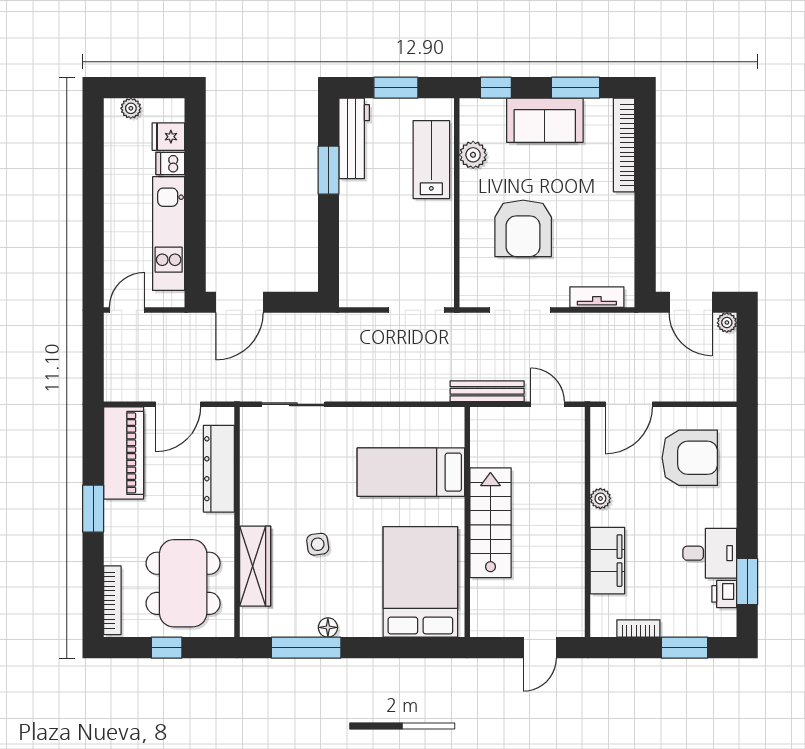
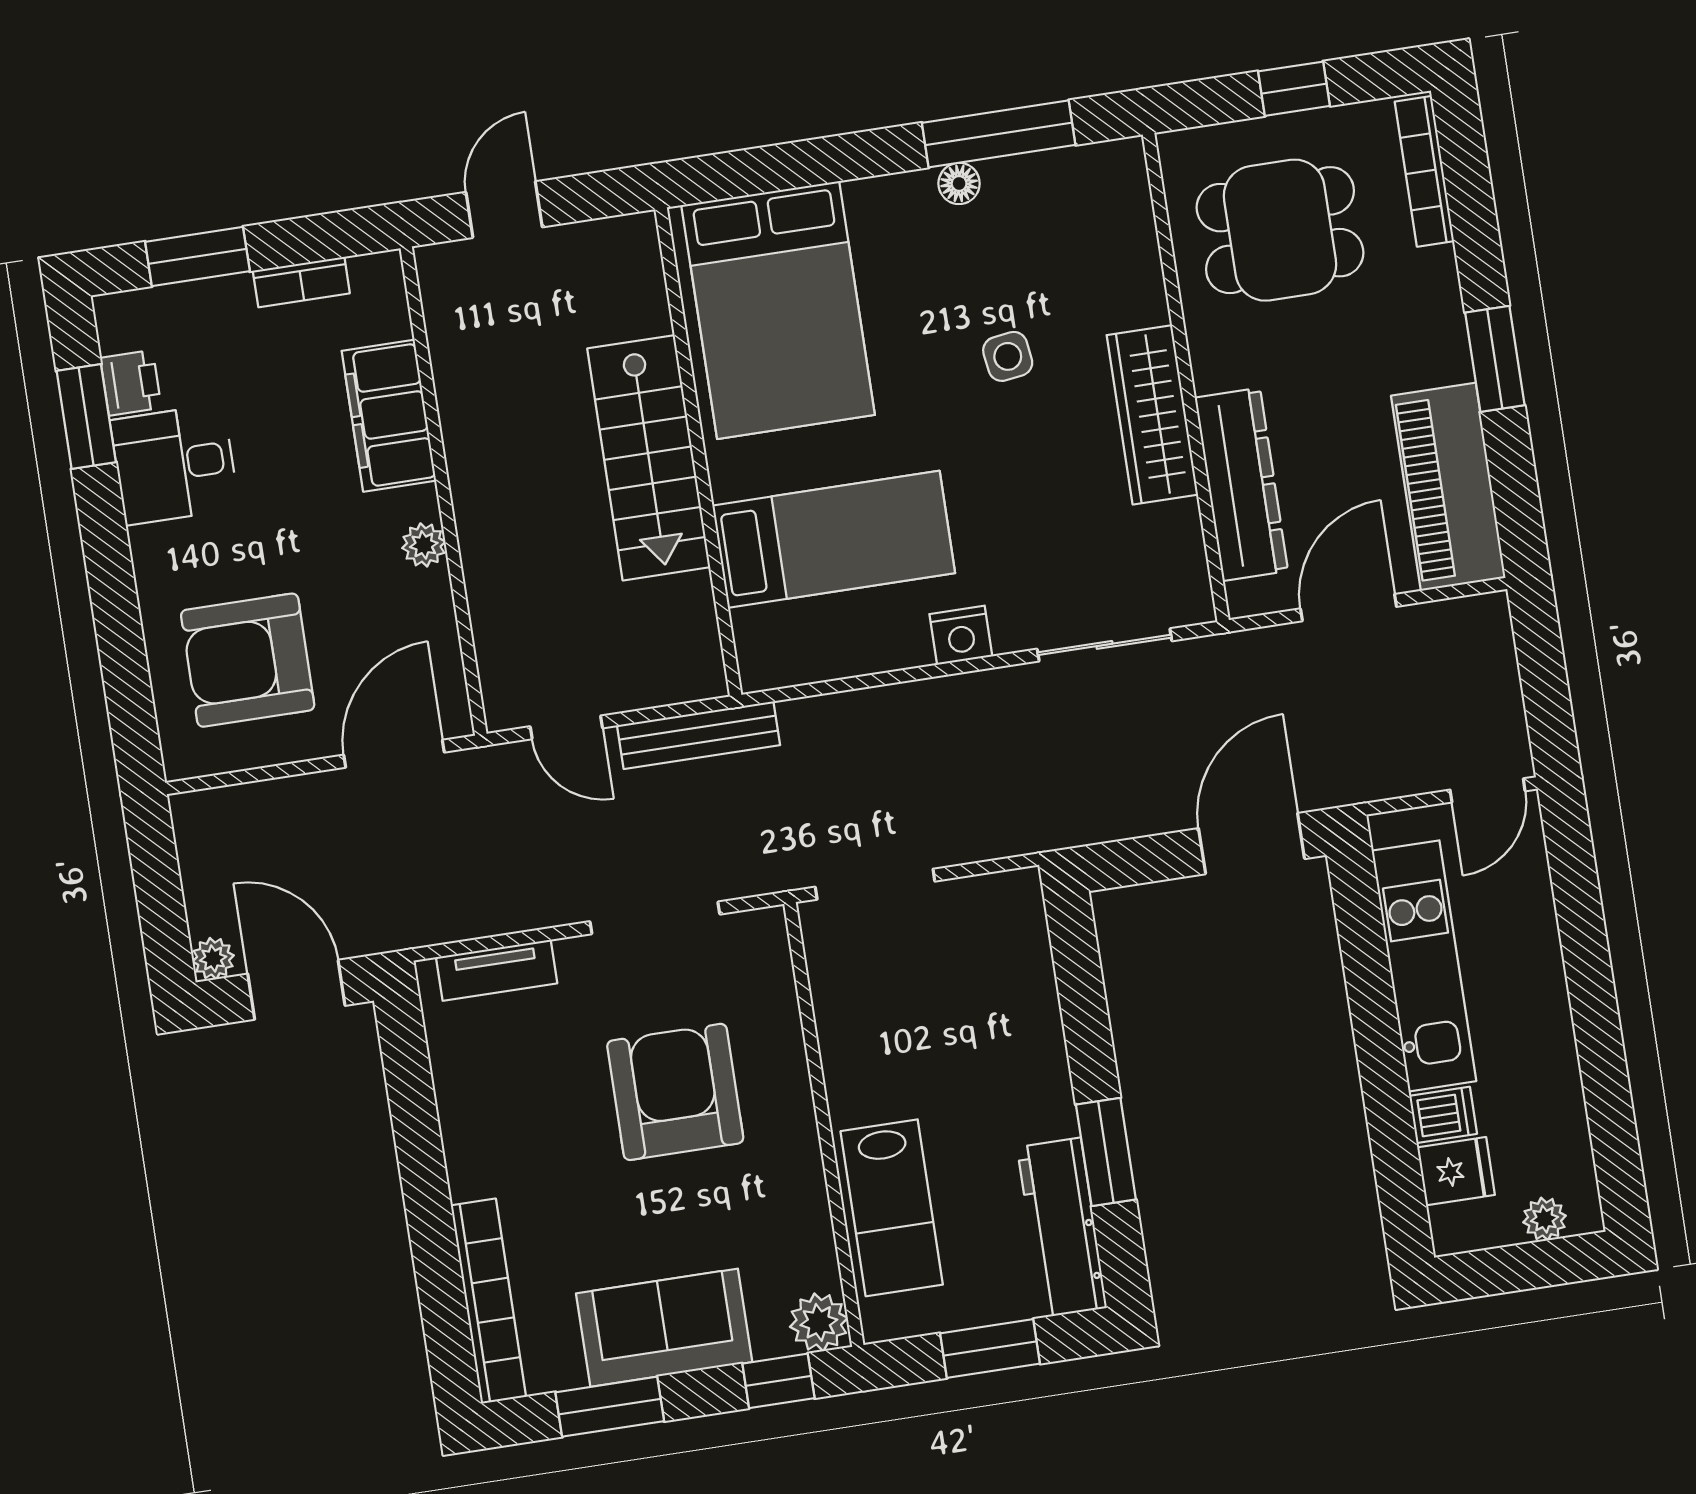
plant: (473, 155) -> (819, 1322), moved
nightstand: (359, 419) -> (961, 635), added
wardrobe: (255, 566) -> (1152, 415), moved
dining table: (183, 583) -> (1280, 230), width x0.73

